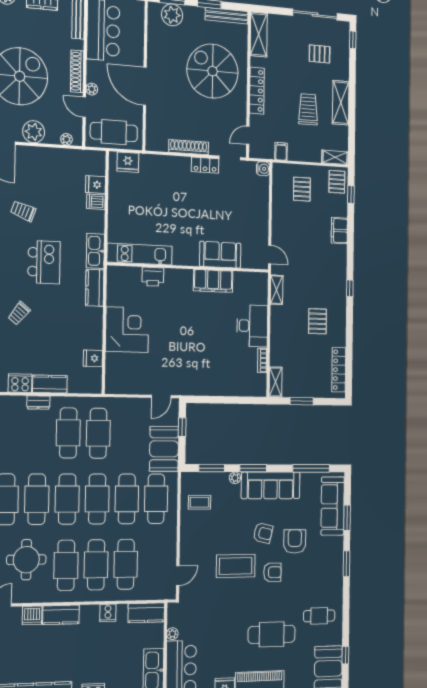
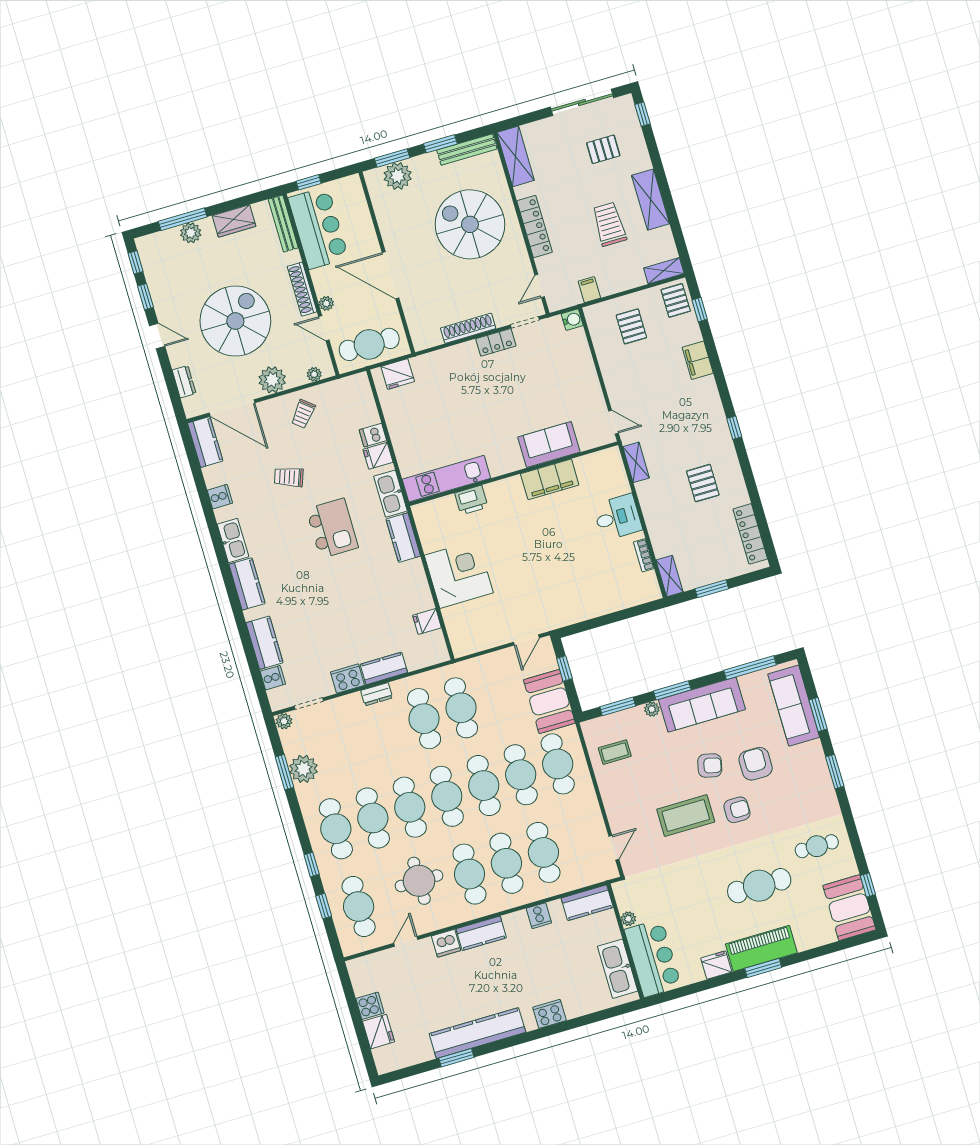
fridge: (95, 185) -> (378, 456), moved
trolley: (19, 313) -> (303, 414), moved
desk: (252, 326) -> (617, 517), width x0.73

